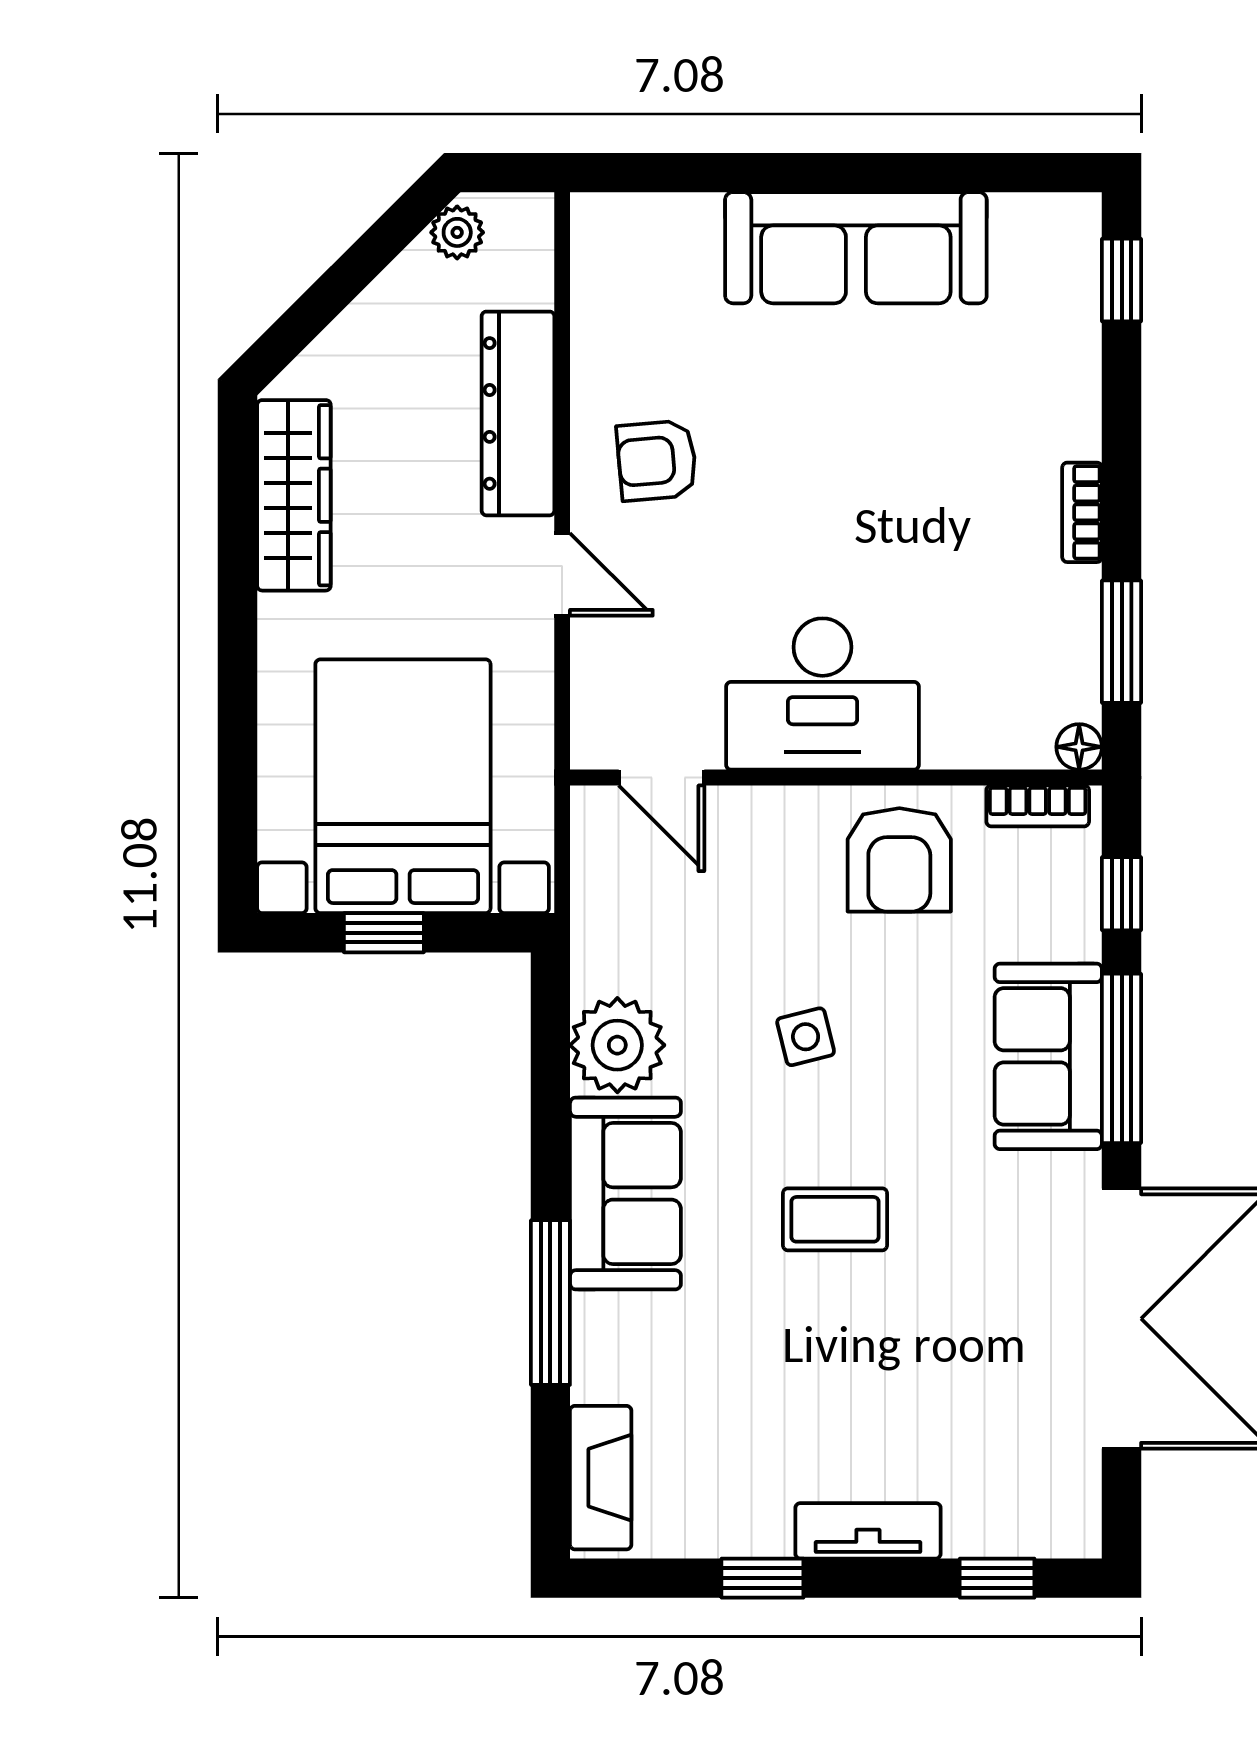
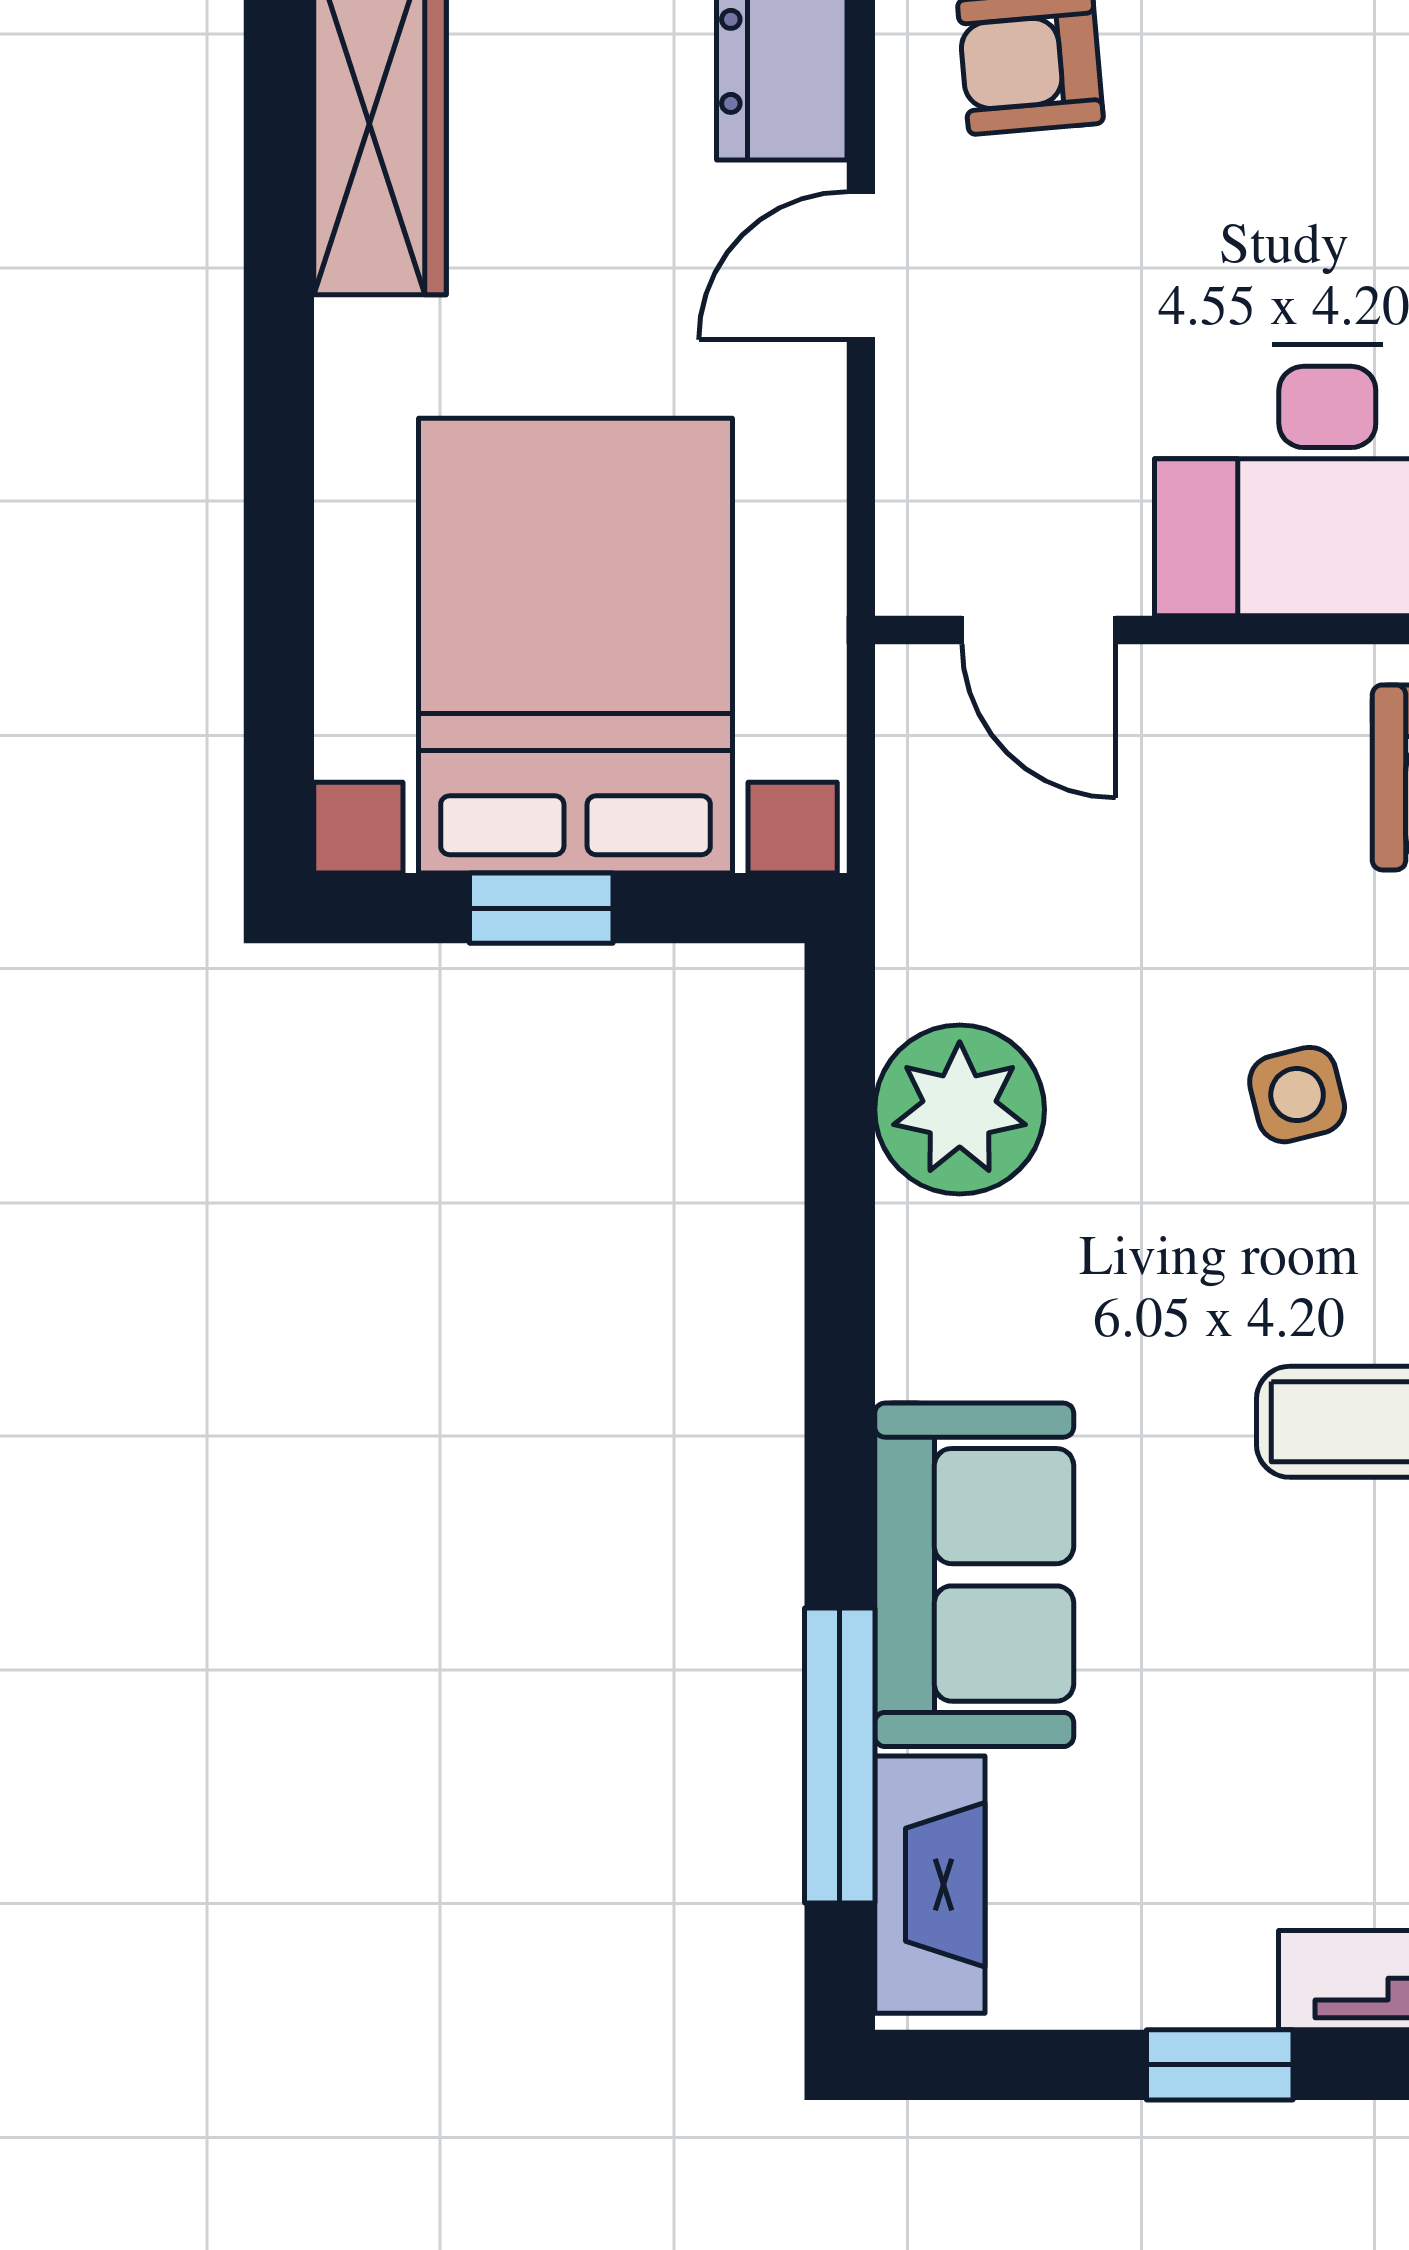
door: (562, 574) -> (861, 266), swing flipped
sofa: (625, 1193) -> (974, 1575), moved
window: (550, 1303) -> (840, 1755), moved

